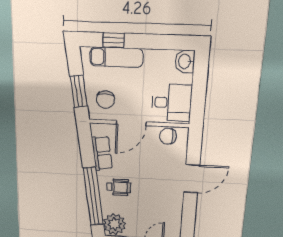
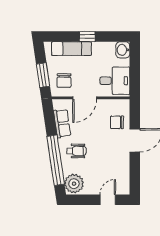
window: (113, 40) -> (87, 37), moved
chair: (168, 136) -> (117, 122), moved

